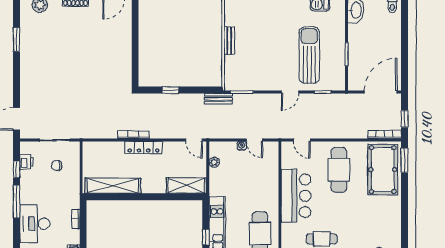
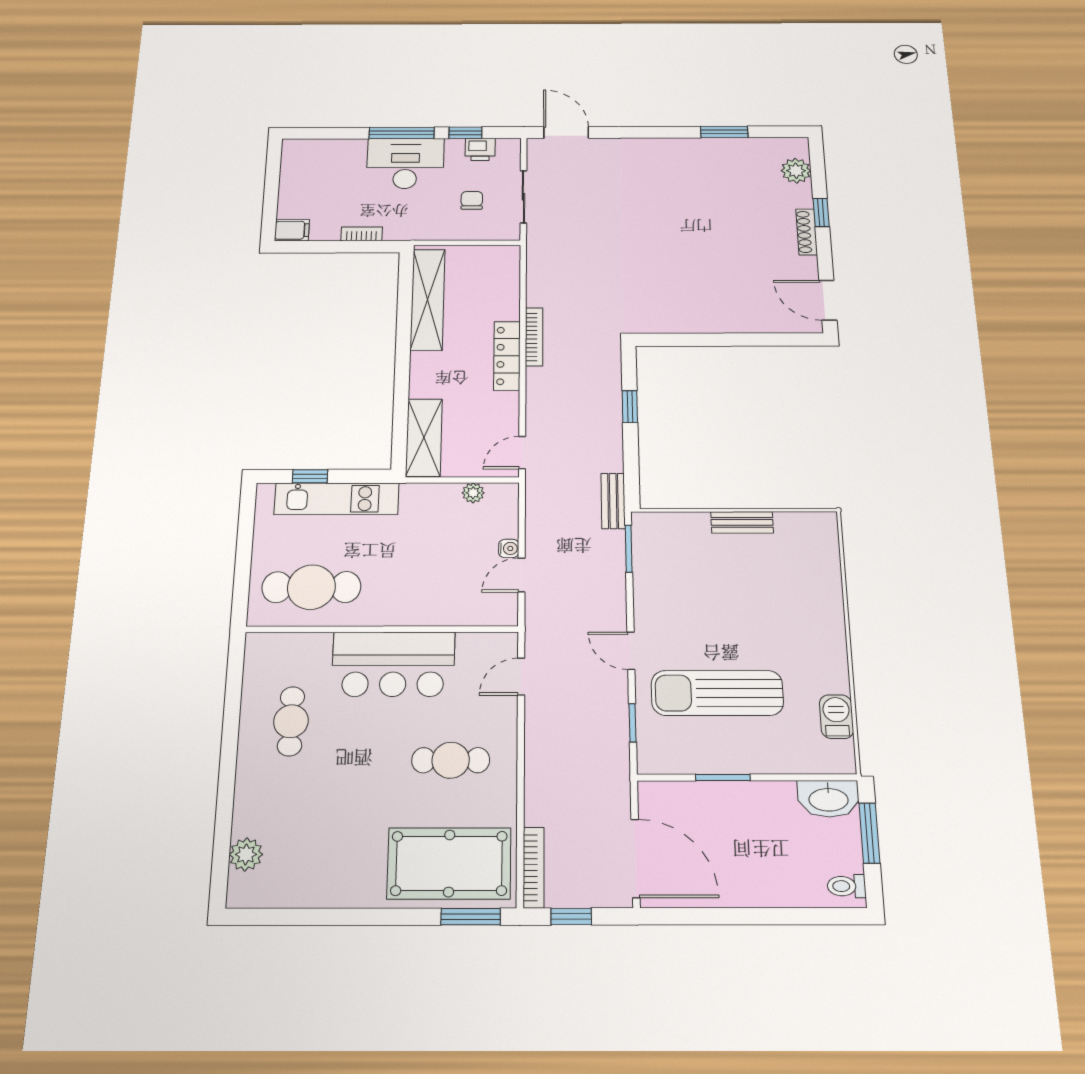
sun lounger: (309, 55) -> (717, 693), turned 180
cafe table: (339, 170) -> (451, 760), width x0.73, depth x0.74
desk: (35, 224) -> (405, 163), moved

